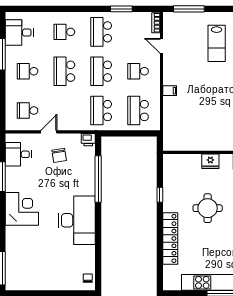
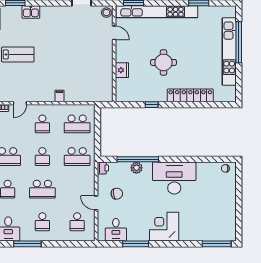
school desk: (101, 71) -> (42, 157), width x0.54
fridge: (210, 161) -> (122, 70), moved
plant: (88, 178) -> (136, 168), added

